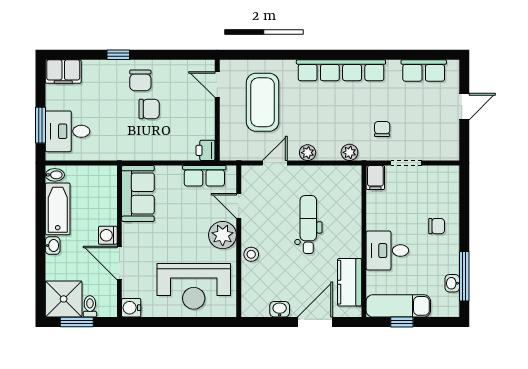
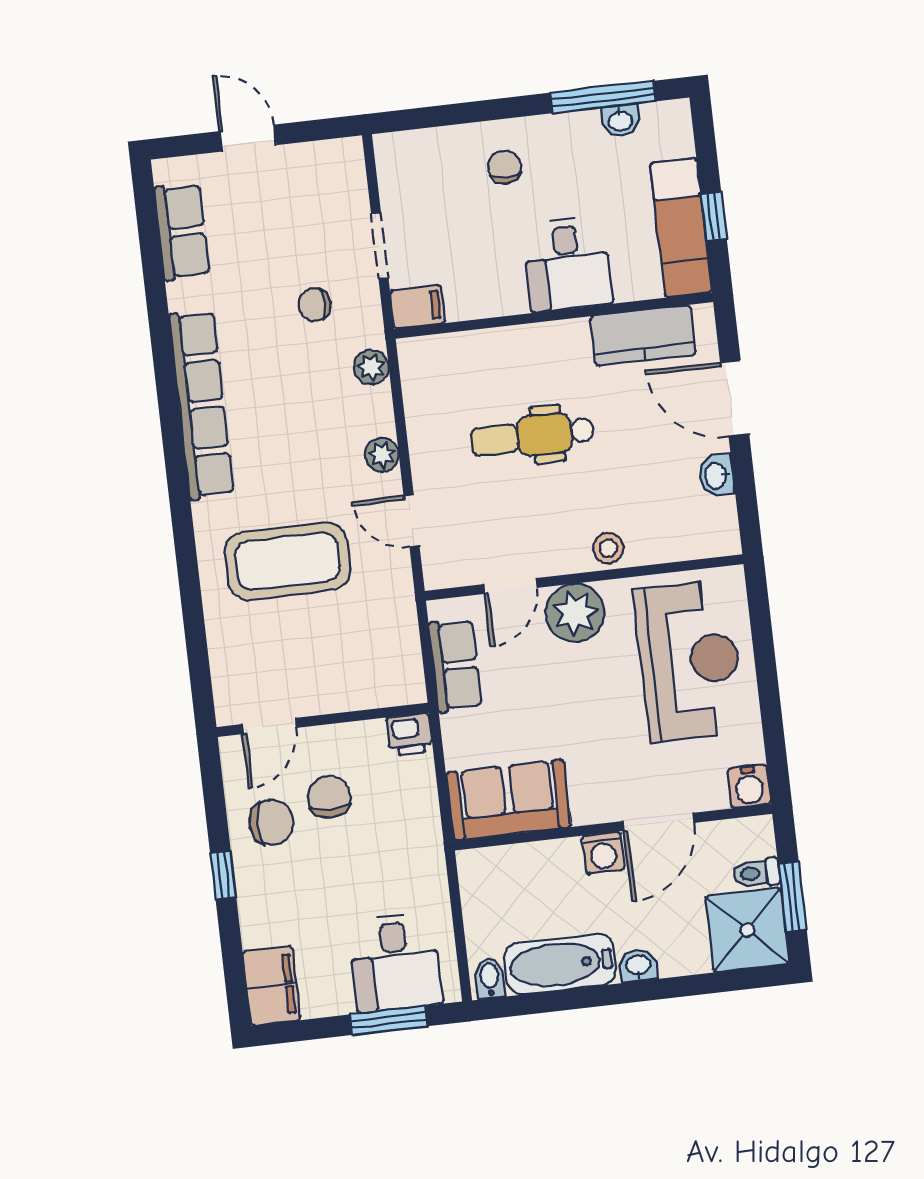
door: (217, 85) -> (269, 726), moved
wall: (217, 110) -> (323, 720), moved
printer: (206, 150) -> (410, 734), moved

